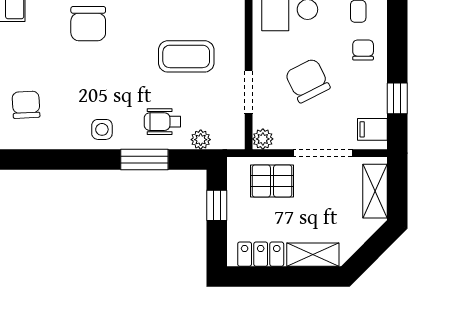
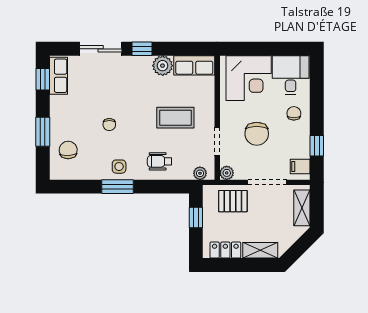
chair: (88, 24) -> (109, 125), moved, width x0.54, depth x0.54
chair: (308, 80) -> (257, 134), turned -153
plant: (201, 140) -> (200, 173), moved
window: (144, 160) -> (118, 187), moved

